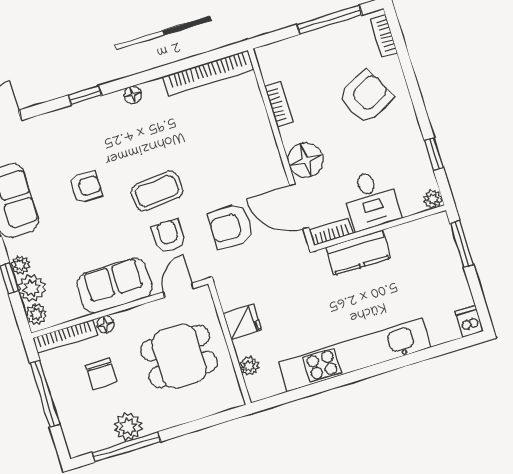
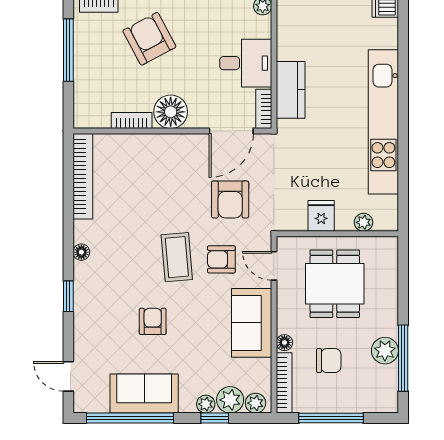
floor lamp: (306, 160) -> (171, 112), moved

